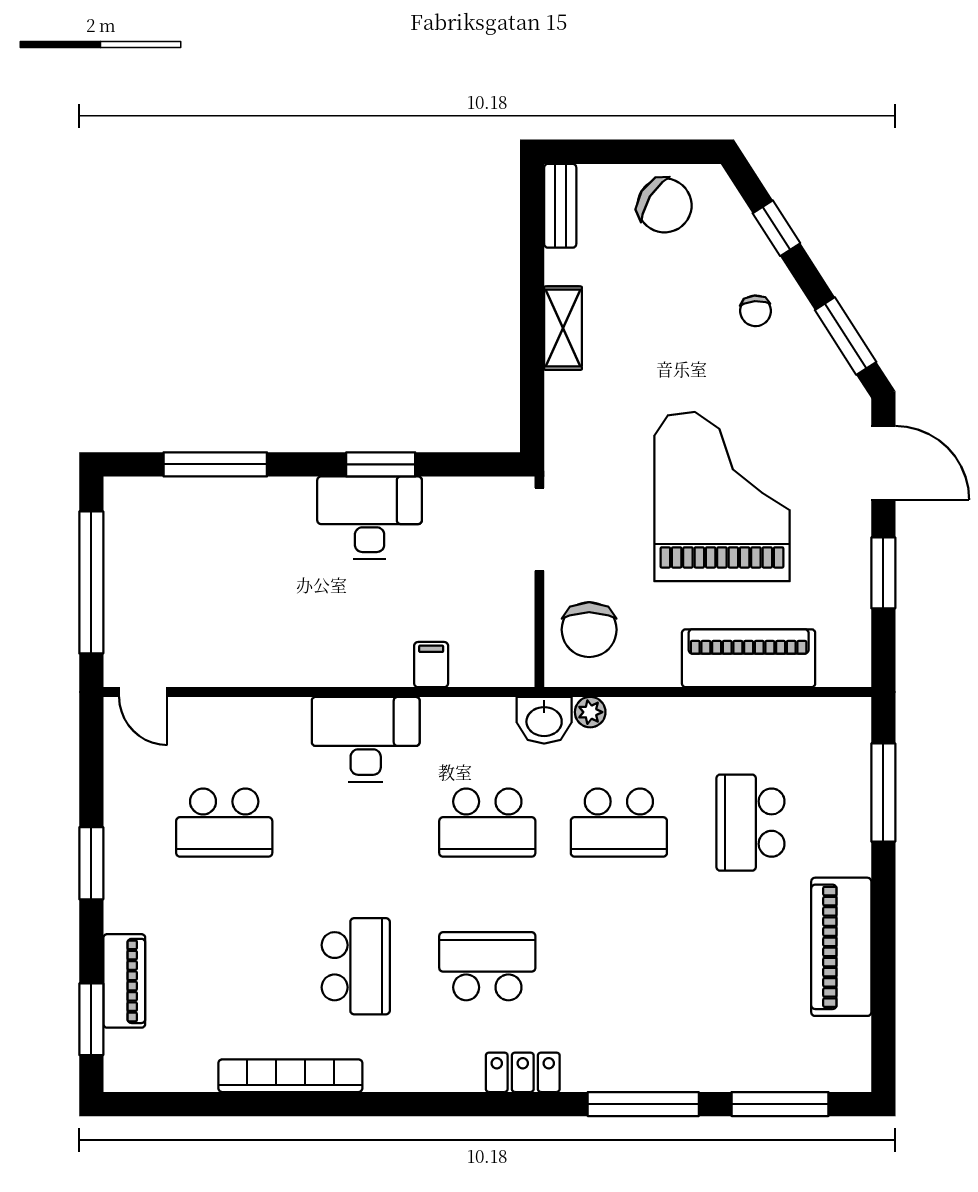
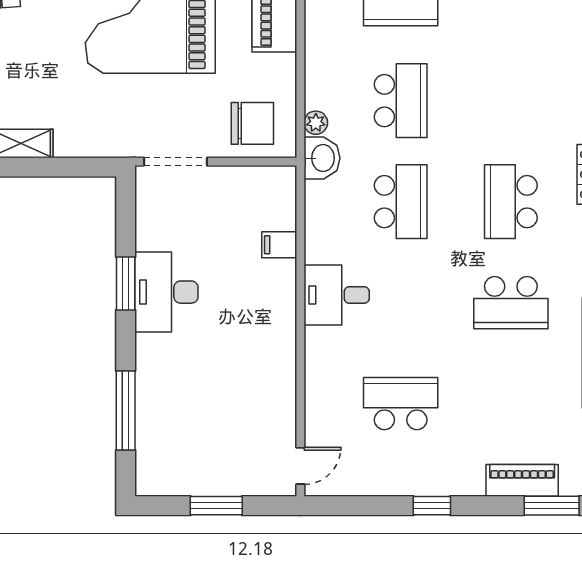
window: (91, 582) -> (216, 506), width x0.47
desk: (366, 739) -> (337, 295), width x0.73
school desk: (224, 823) -> (401, 404), turned -90
window: (91, 863) -> (432, 506), width x0.67
school desk: (356, 966) -> (511, 303), turned 180

